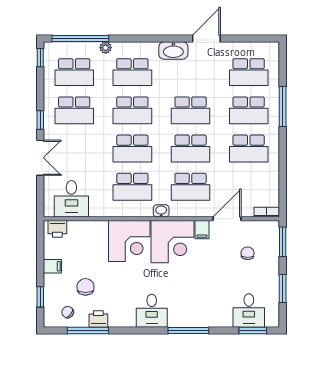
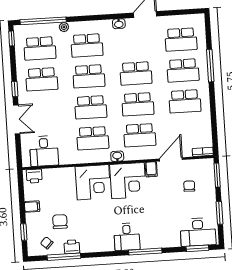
washbasin: (173, 50) -> (119, 24), width x0.52, depth x0.69
desk: (249, 310) -> (198, 232), width x1.37
desk: (152, 311) -> (127, 237), moved

